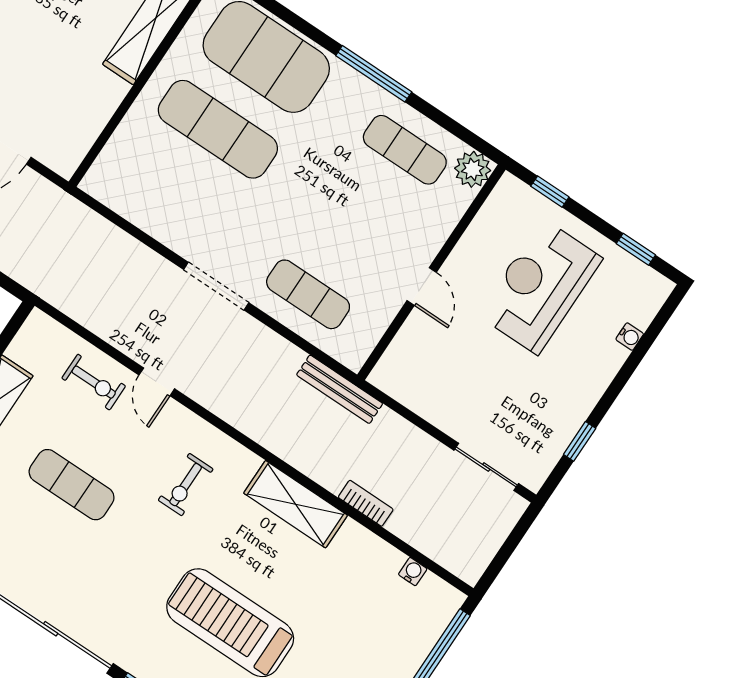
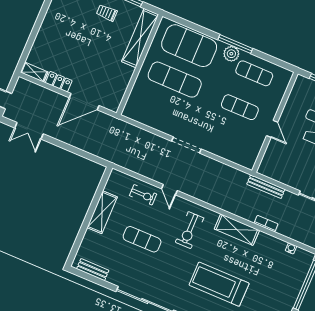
plant: (473, 169) -> (231, 54), moved
exercise mat: (308, 294) -> (240, 107), moved
bench: (340, 389) -> (266, 187), moved
exercise bike: (186, 485) -> (190, 230), width x1.38, depth x1.39

